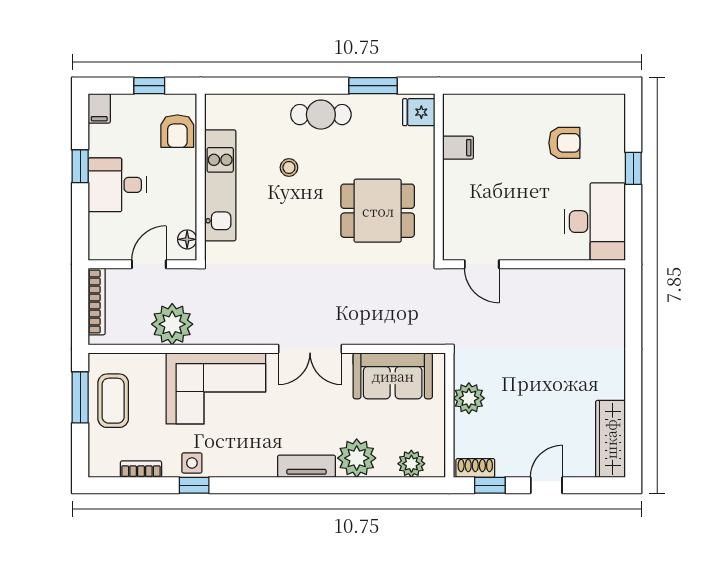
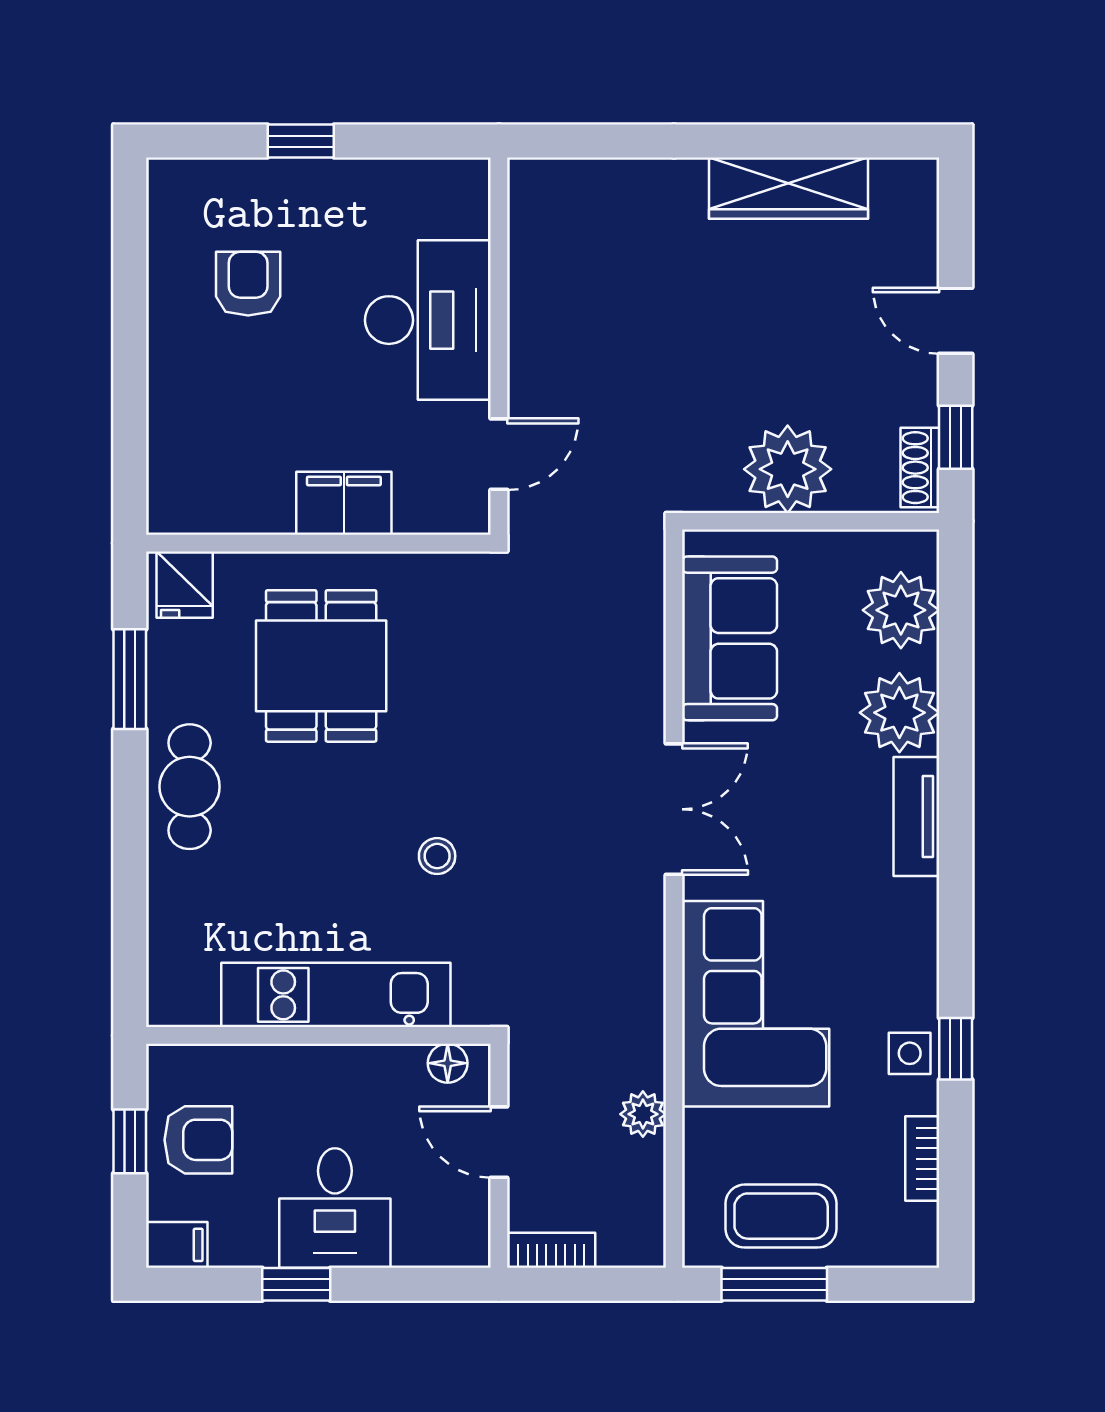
armchair: (177, 131) -> (198, 1140), moved
filing cabinet: (458, 148) -> (344, 503), moved, width x2.00
stool: (289, 167) -> (437, 856), moved
dining table: (378, 211) -> (321, 666), moved
desk: (595, 222) -> (428, 320), moved, turned 90
bookcase: (97, 302) -> (551, 1250), width x0.64
plant: (172, 324) -> (643, 1114), width x0.53, depth x0.53
plant: (469, 398) -> (788, 469), width x1.36, depth x1.36
wardrobe: (611, 439) -> (789, 188), moved
plant: (411, 464) -> (901, 610), width x1.36, depth x1.36

